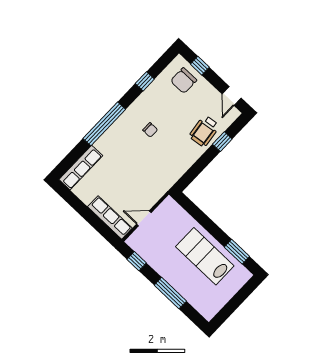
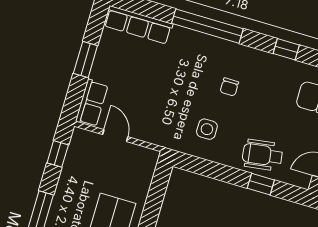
side table: (170, 158) -> (207, 129), added
window: (86, 212) -> (85, 59), added
row of seats: (110, 217) -> (92, 103), width x0.68

